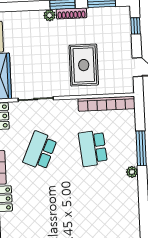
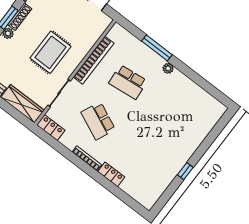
rug: (84, 65) -> (50, 52), moved, turned 90
bookcase: (106, 104) -> (94, 60), moved

